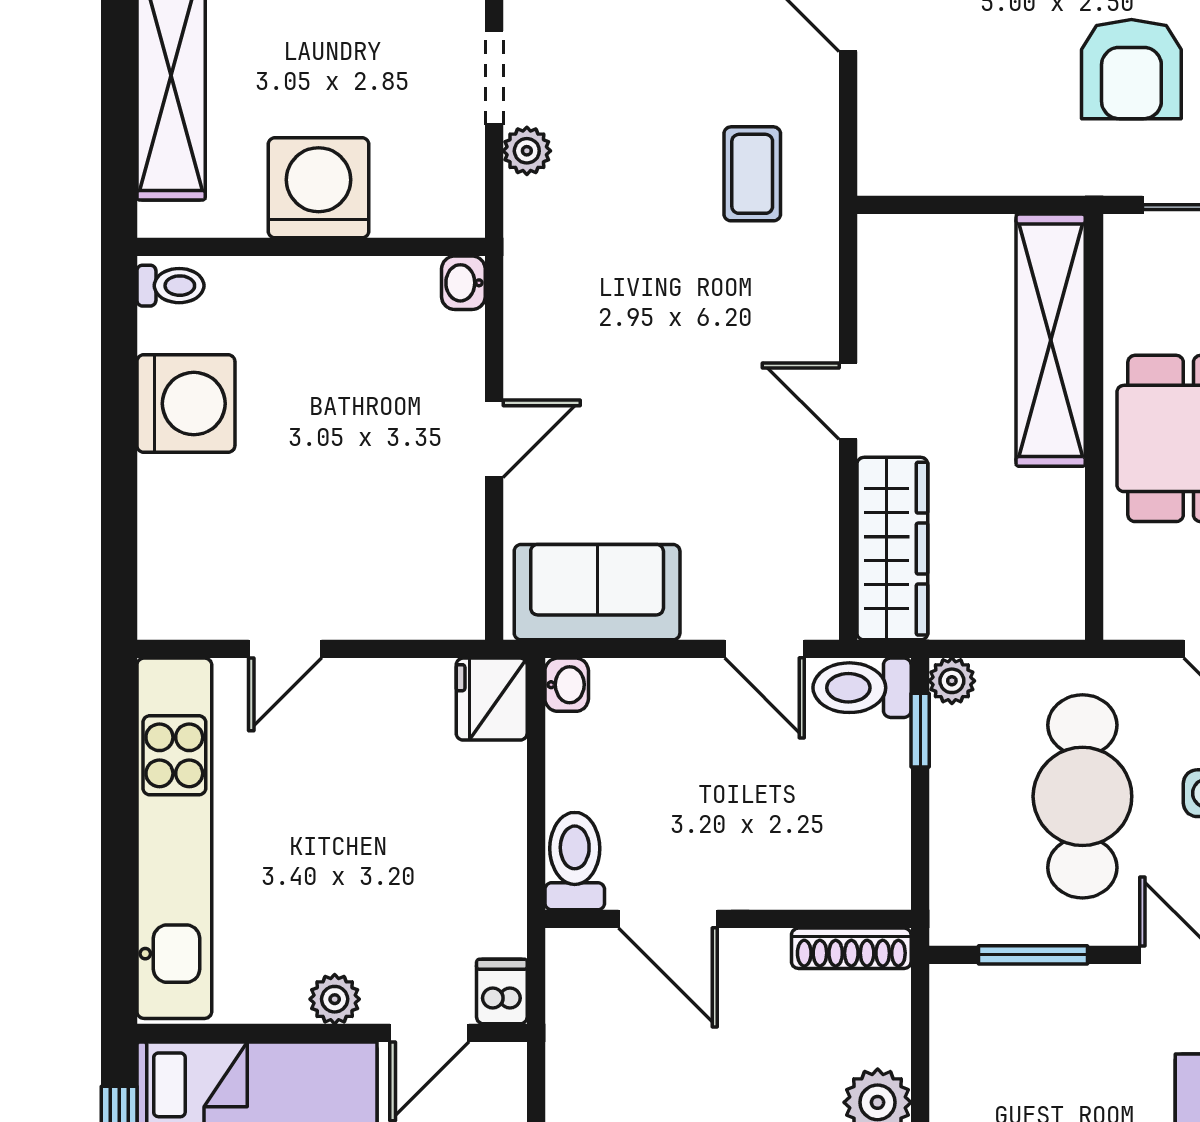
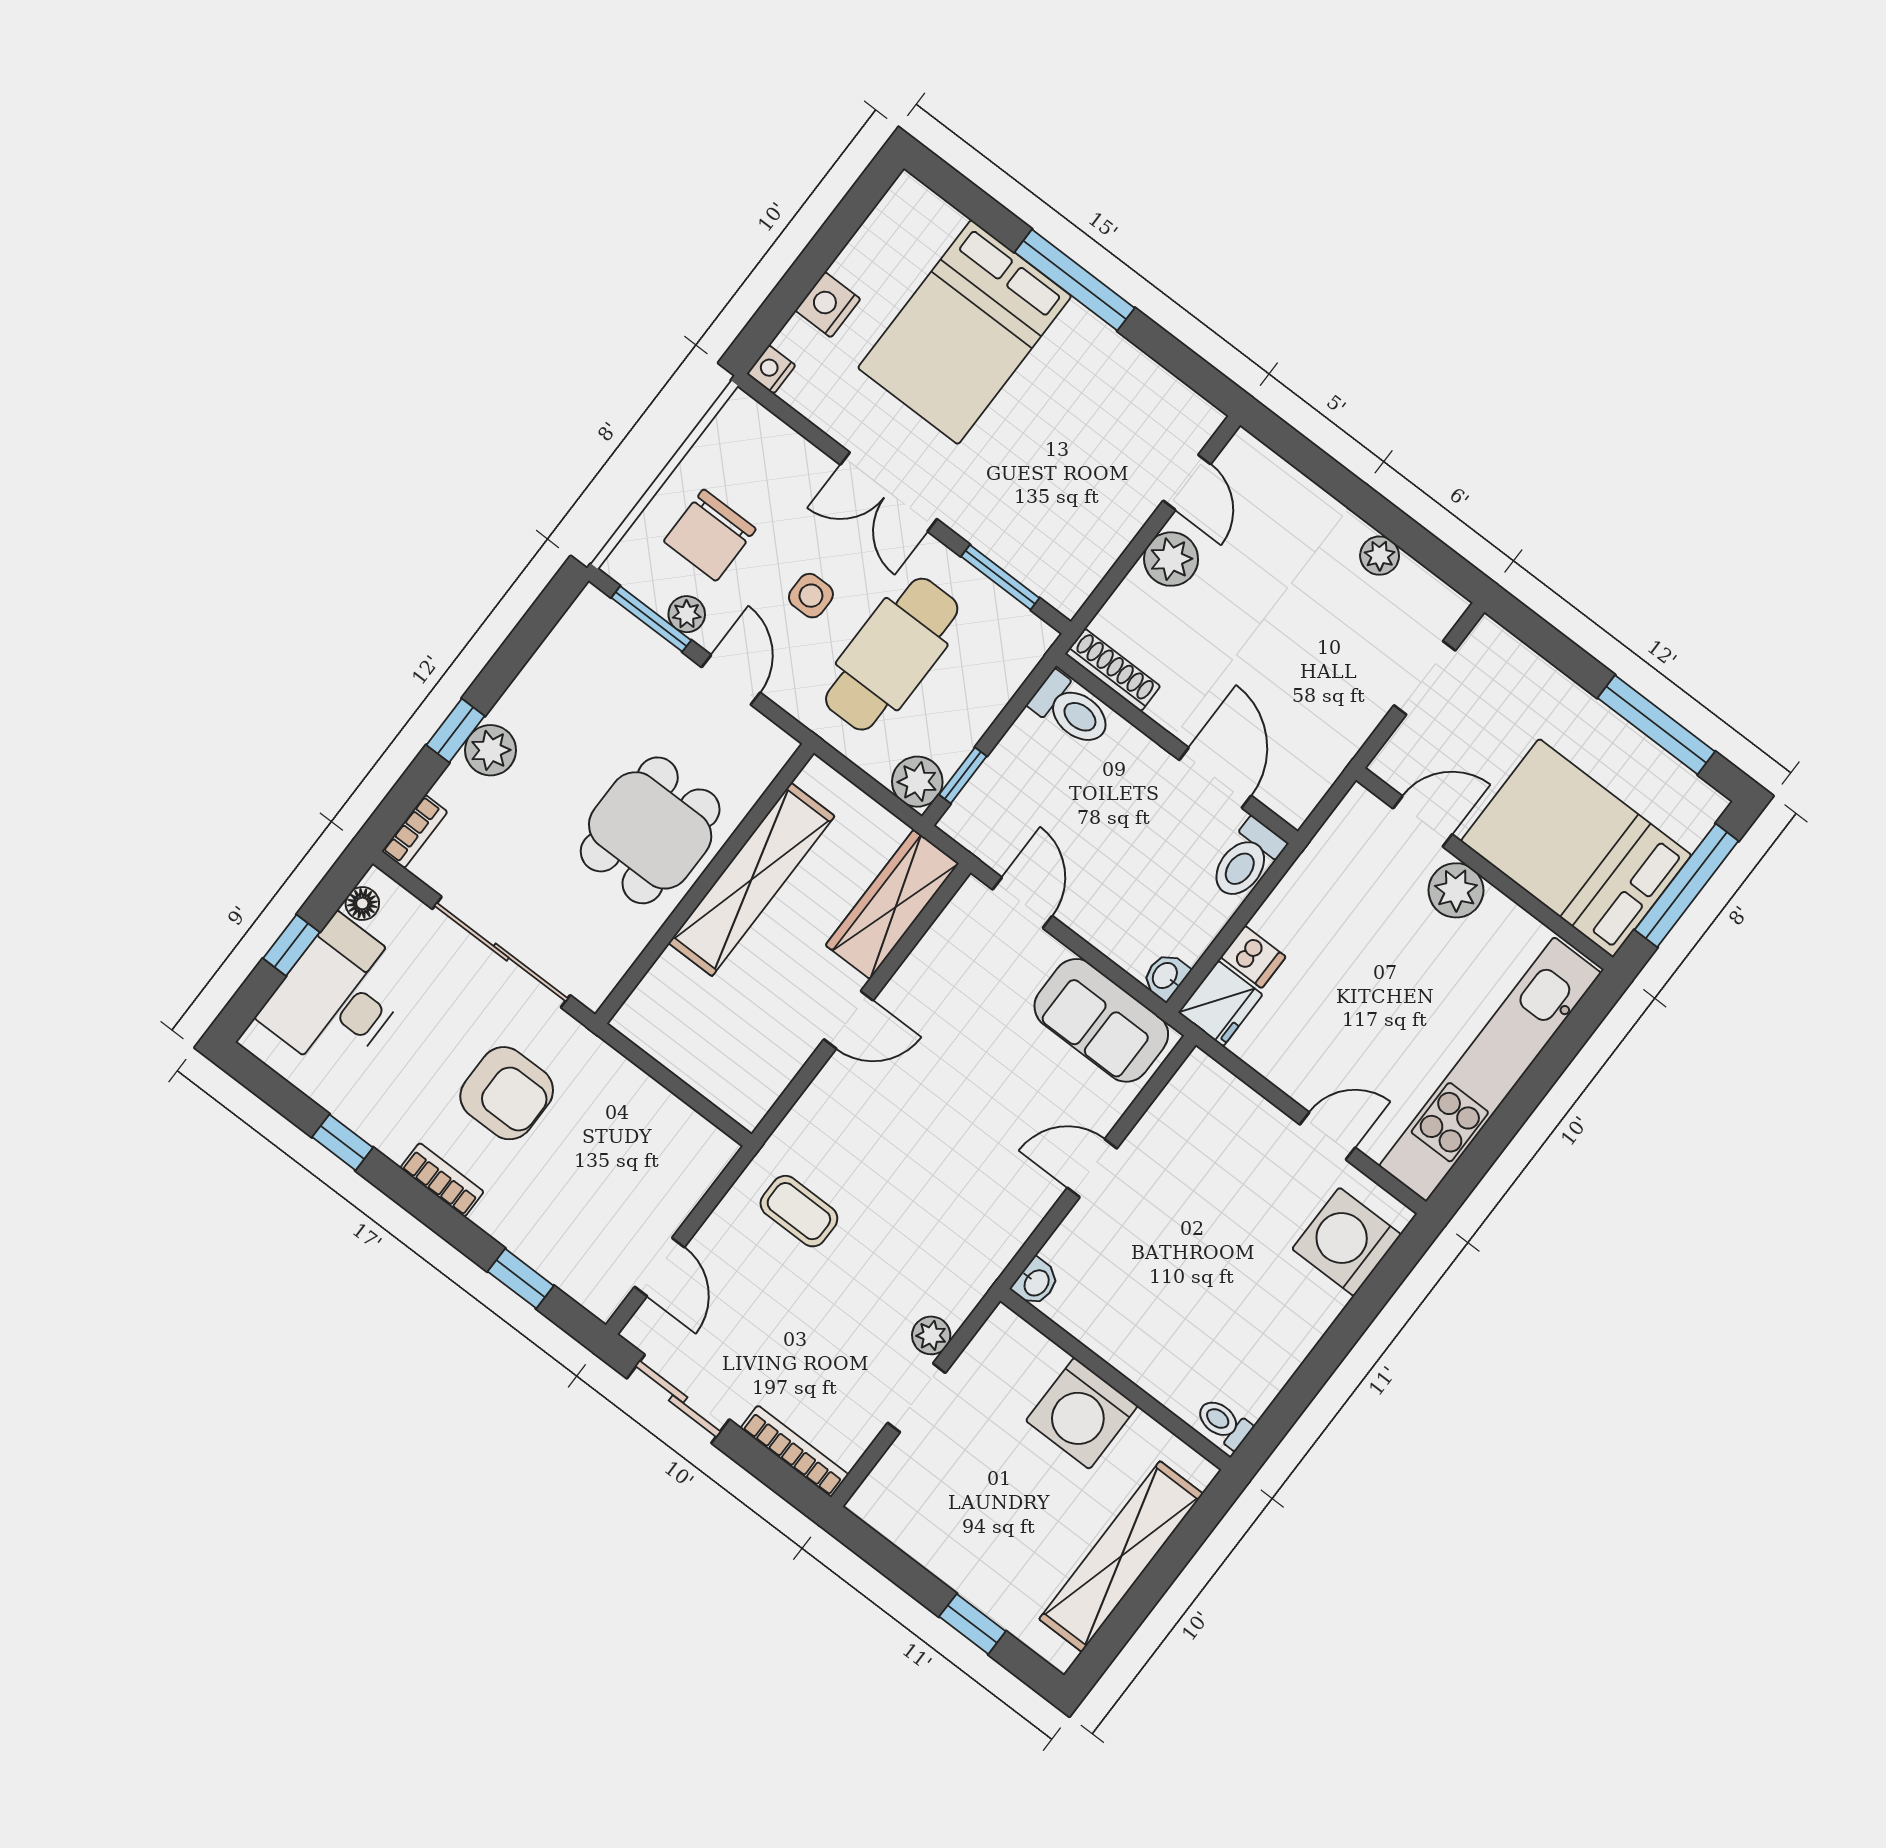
armchair: (1131, 69) -> (507, 1093), turned 90
coffee table: (752, 174) -> (799, 1211), turned 90
shelving: (1051, 340) -> (752, 879), moved
door: (848, 401) -> (849, 1020), hinge flipped
washing machine: (186, 404) -> (1347, 1242), moved
plant: (952, 681) -> (917, 782), width x1.38, depth x1.38
toilet: (862, 688) -> (1071, 710), moved
dishwasher: (502, 991) -> (1253, 957), moved, turned -90
plant: (335, 999) -> (1456, 890), width x1.38, depth x1.38

